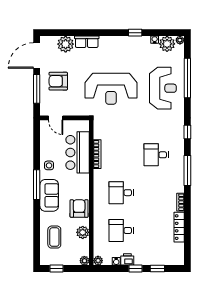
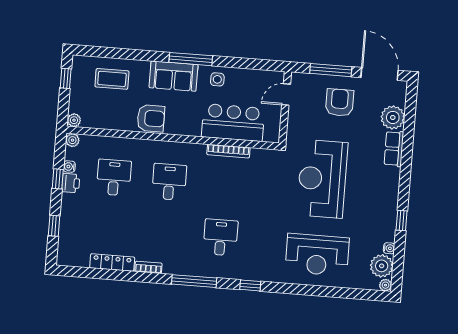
window: (187, 78) -> (329, 292), removed
plant: (83, 232) -> (115, 121), removed
window: (135, 269) -> (58, 179), moved

